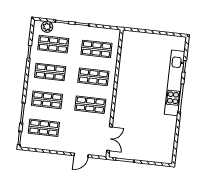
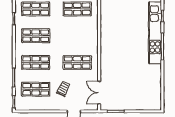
shop shelf: (93, 77) -> (77, 36), removed
trolley: (73, 130) -> (63, 89), added
double door: (110, 139) -> (99, 93), swing flipped

